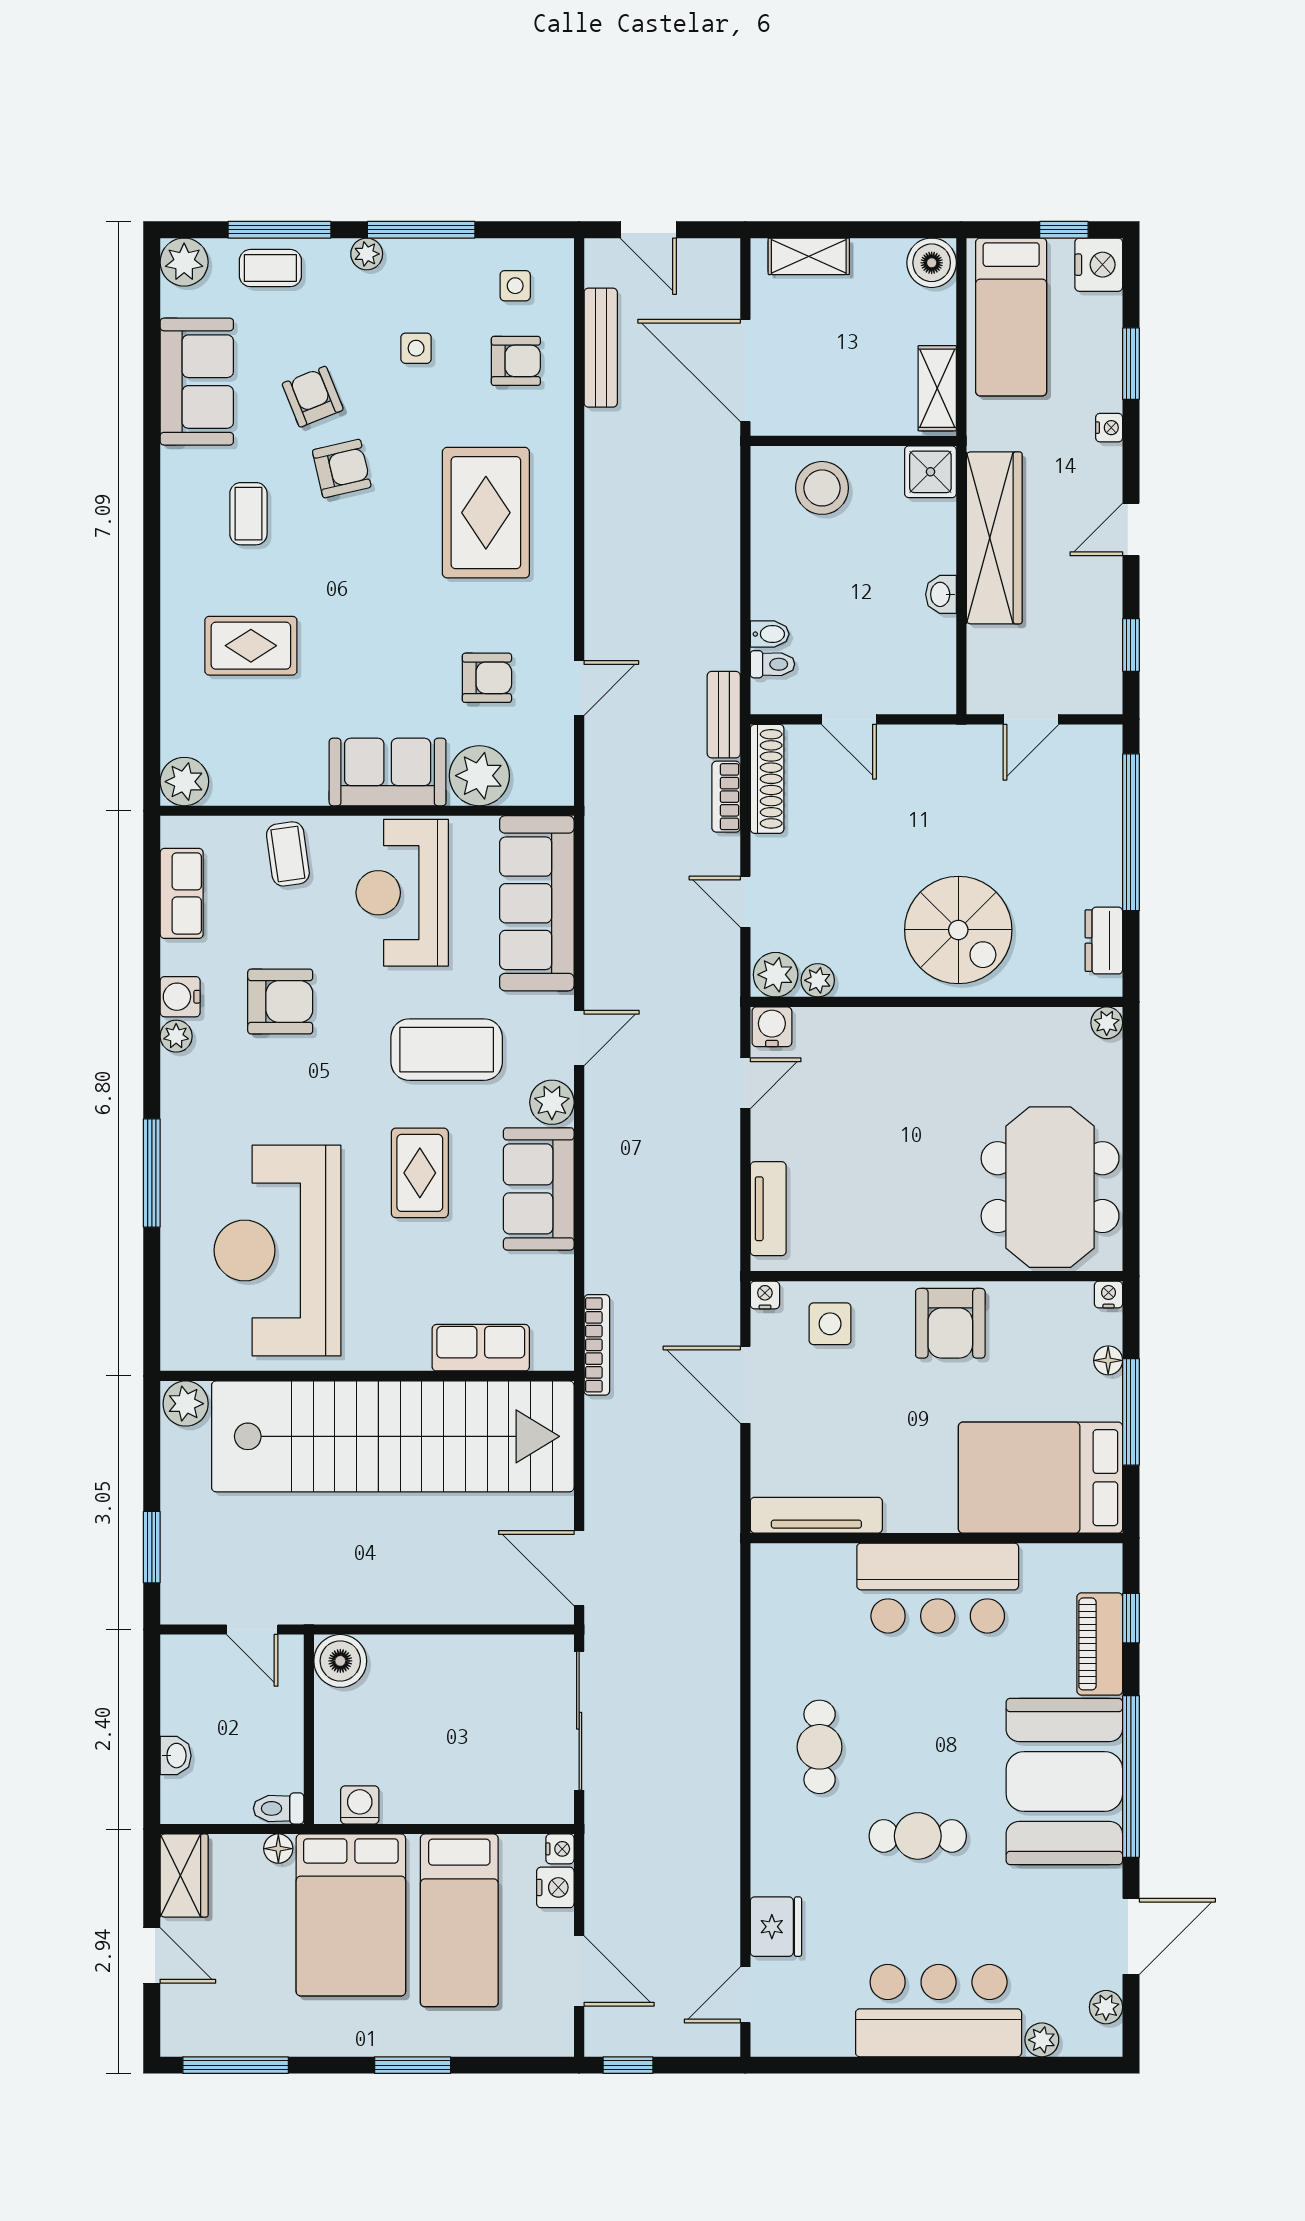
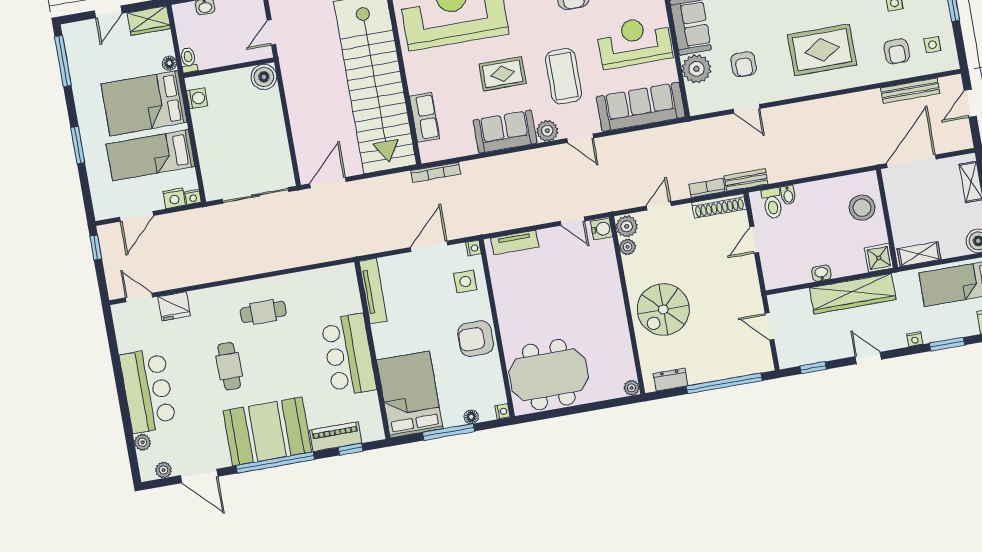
toilet: (772, 664) -> (772, 203), width x1.37, depth x1.39

